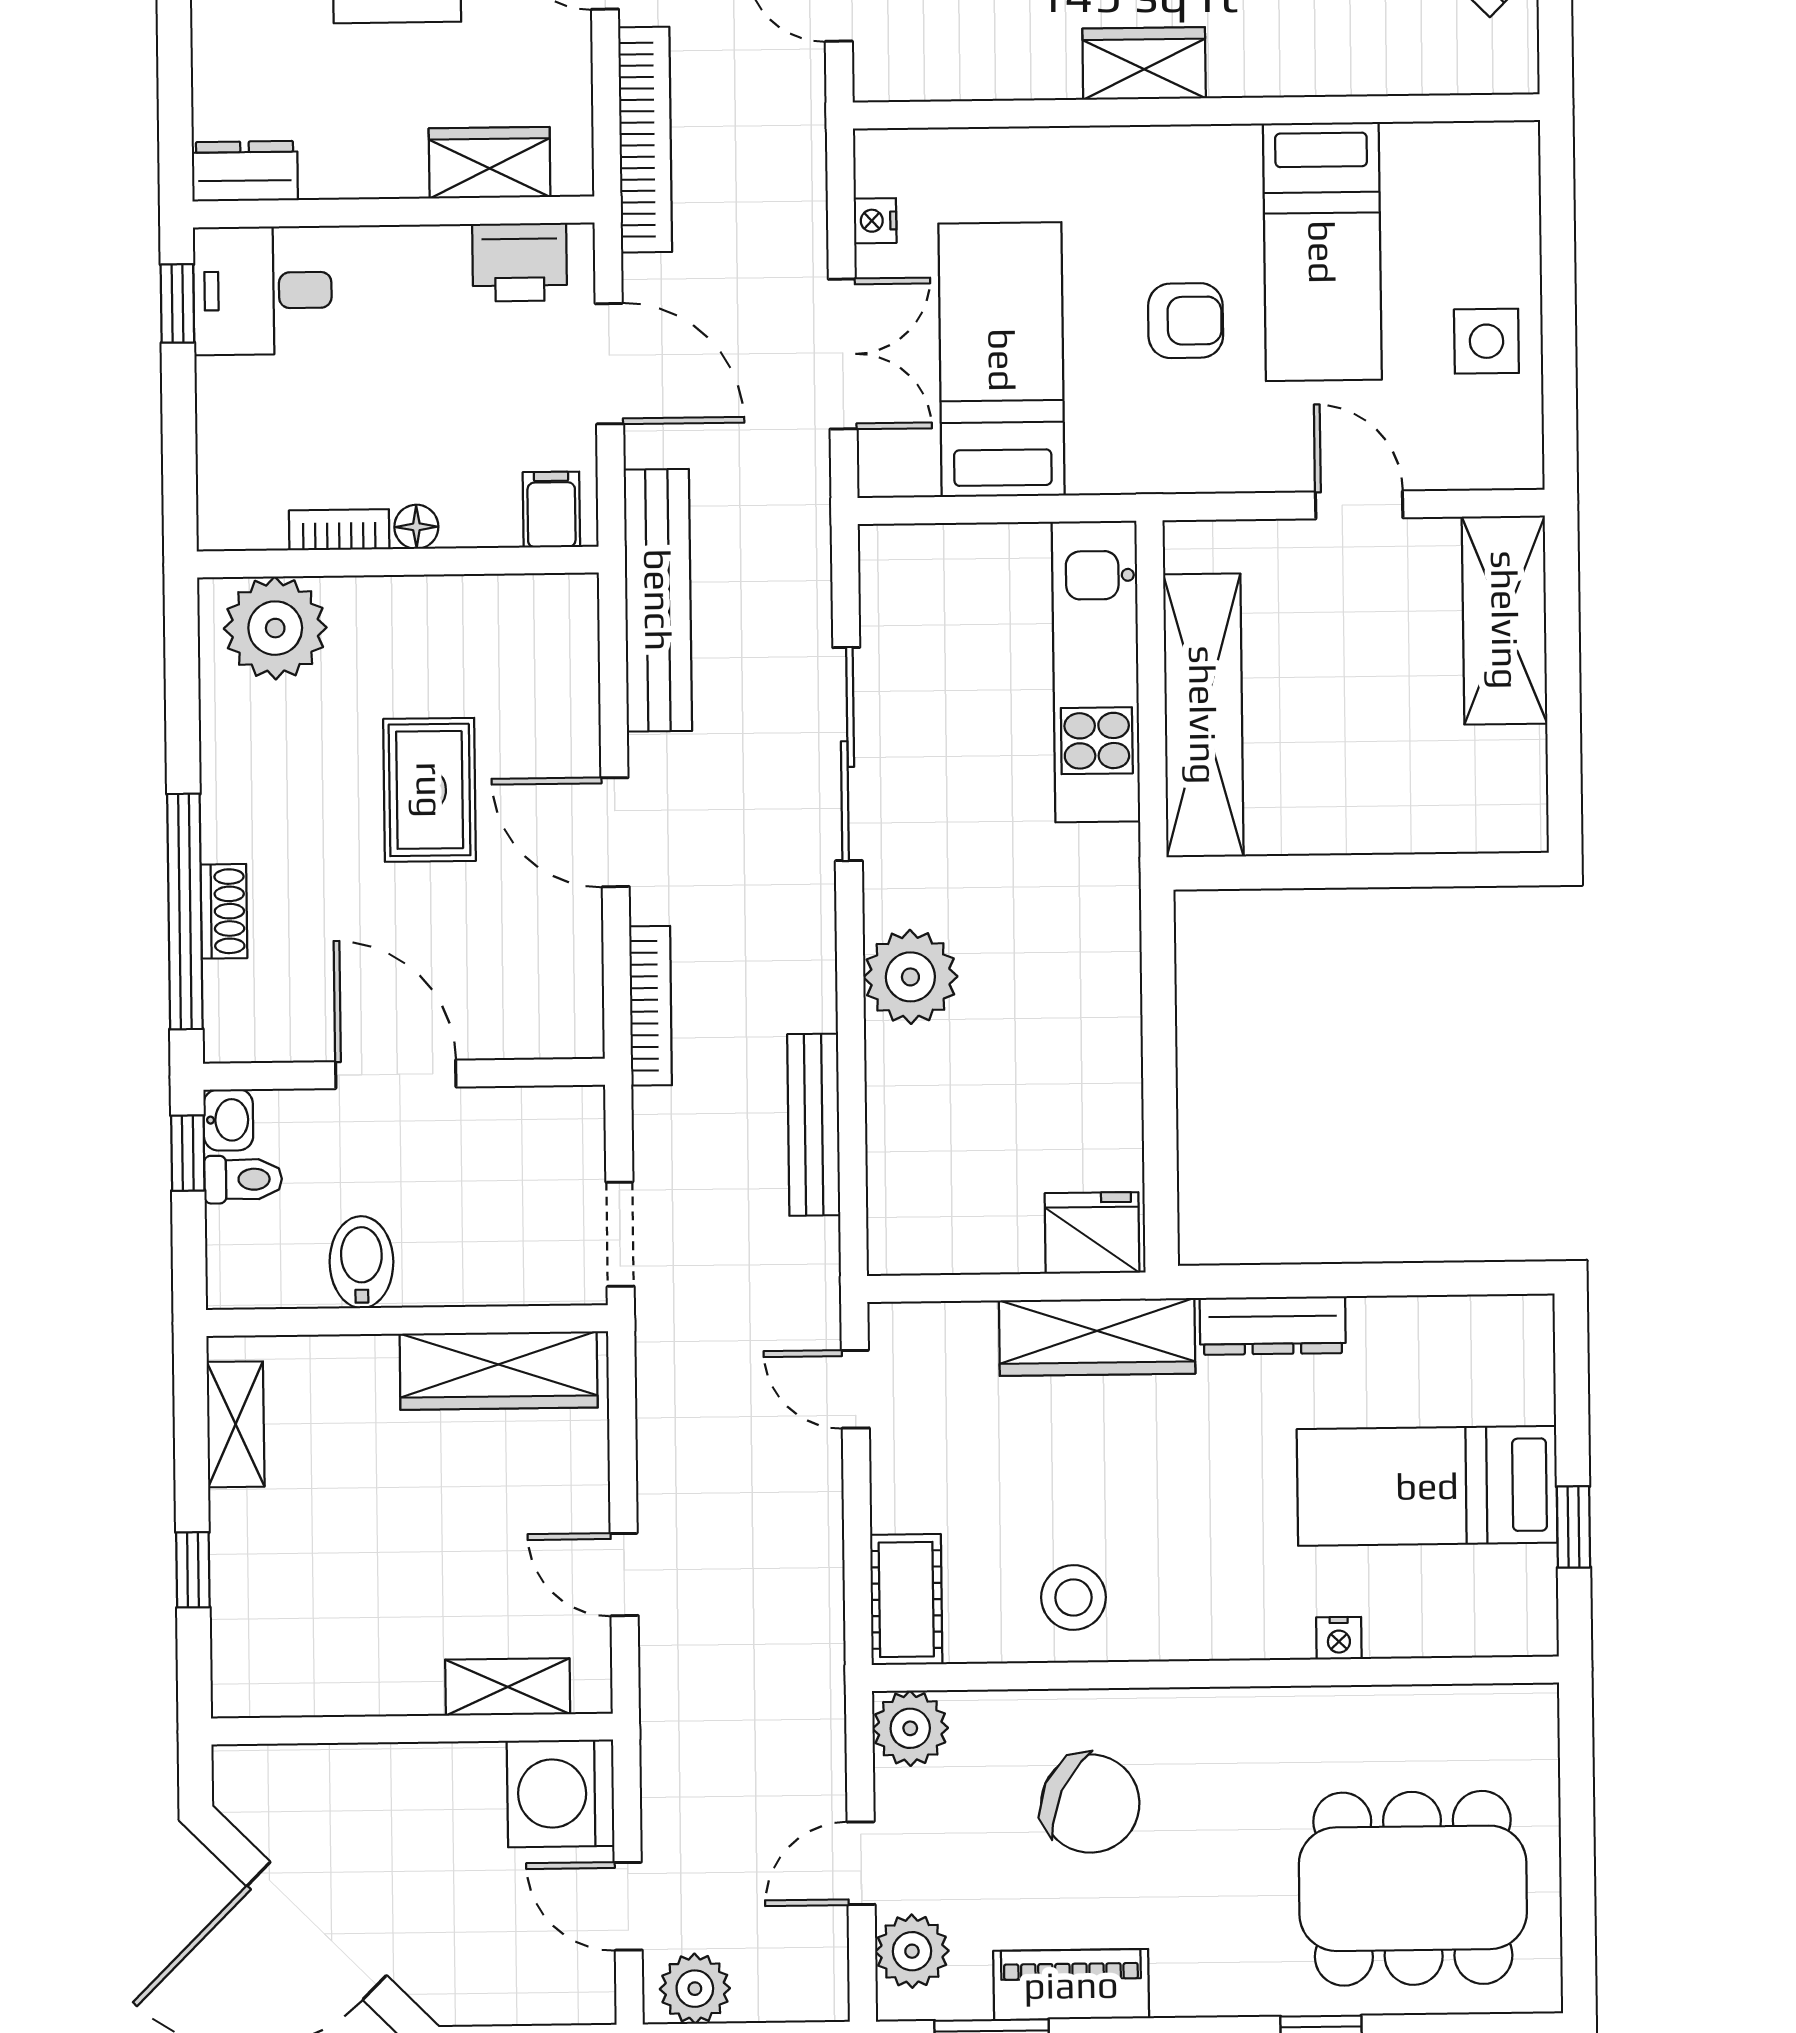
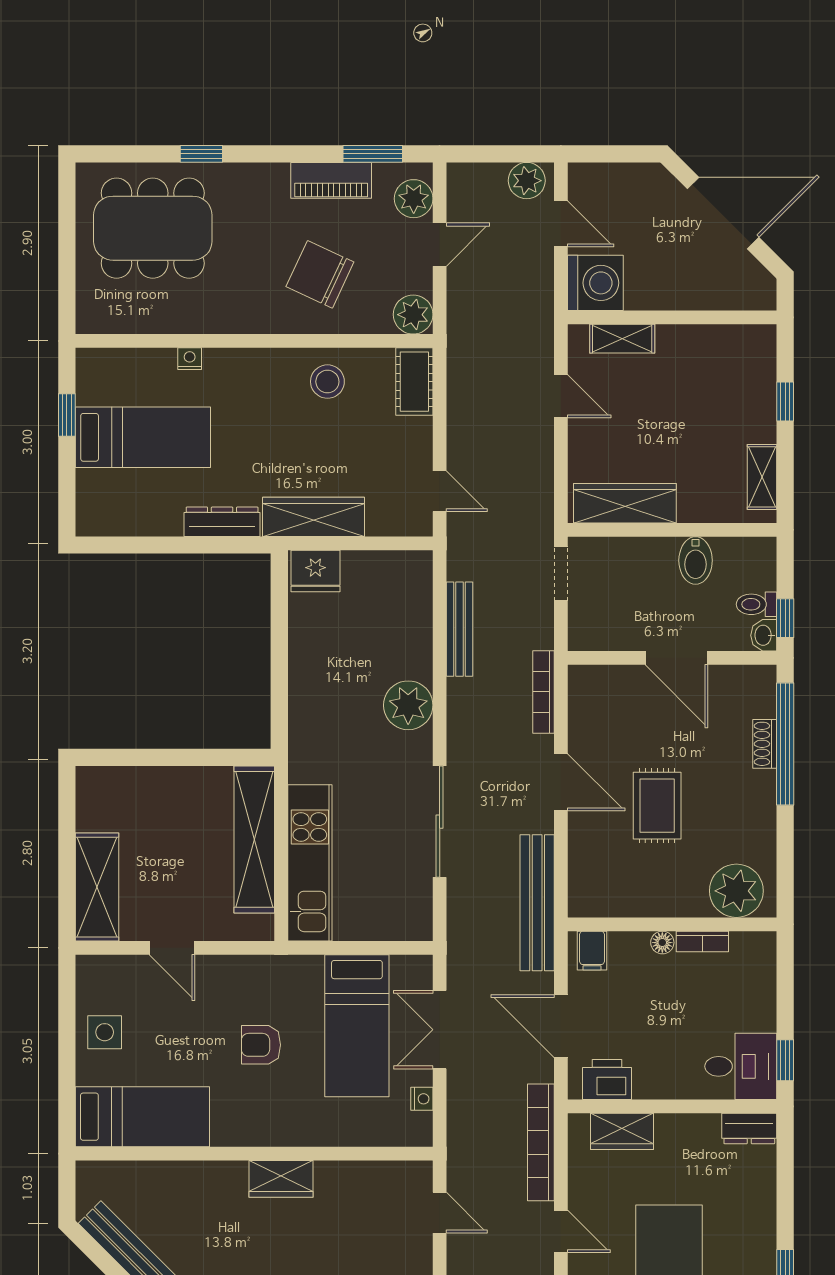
bed: (1322, 252) -> (142, 1117), moved, turned 90

